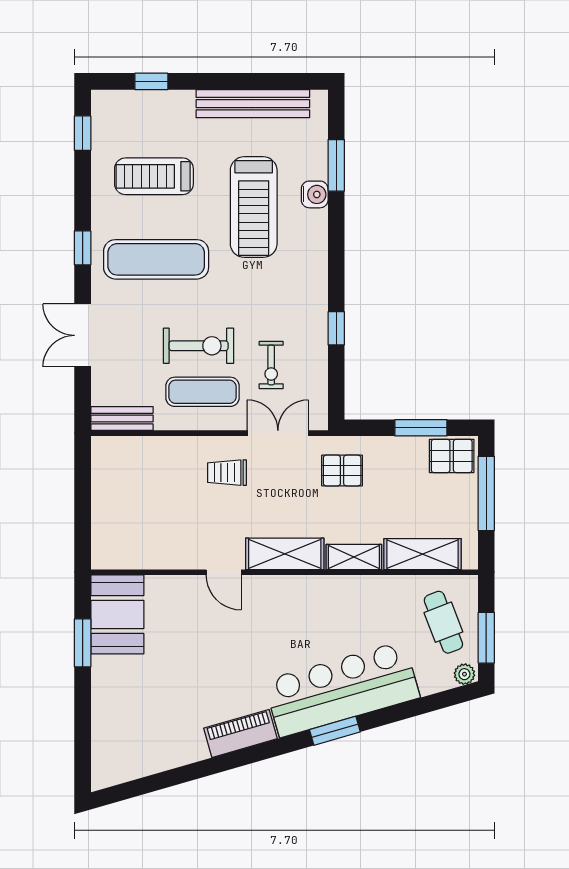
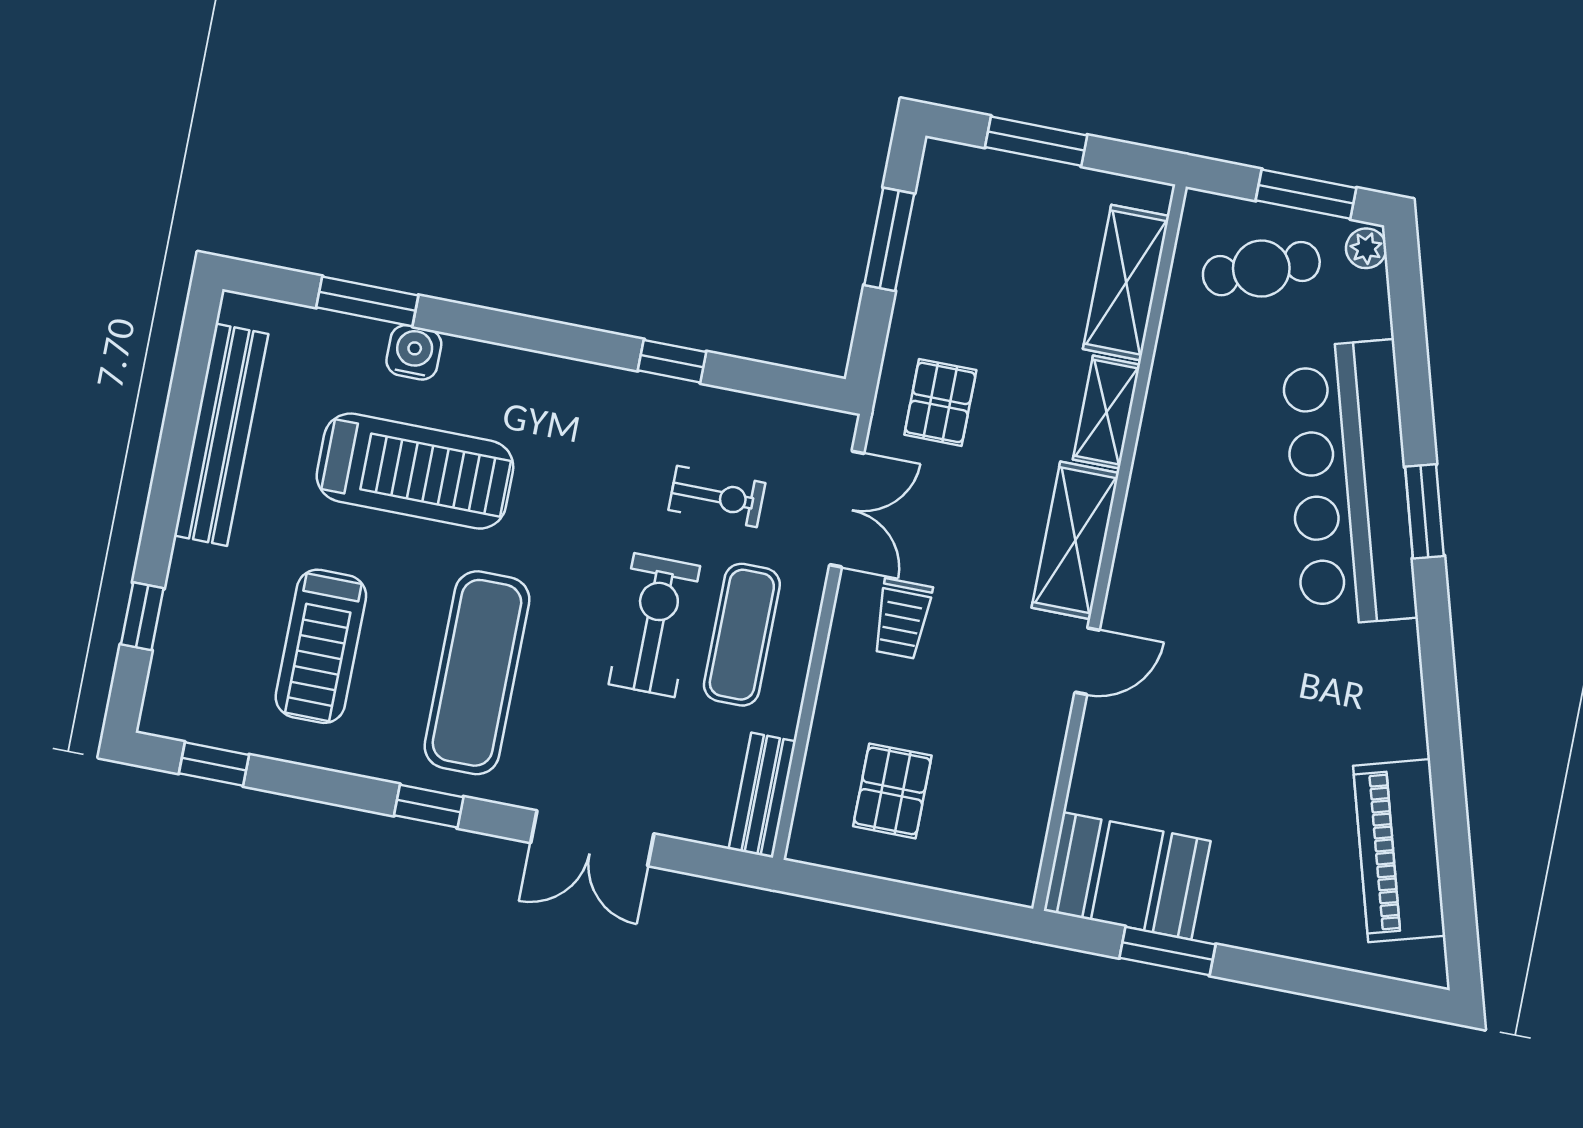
double door: (278, 433) -> (847, 509), swing flipped
pallet: (452, 456) -> (892, 791), moved
window: (486, 493) -> (1036, 141), width x0.69
piano: (240, 733) -> (1399, 851), moved, width x1.37, depth x1.33

